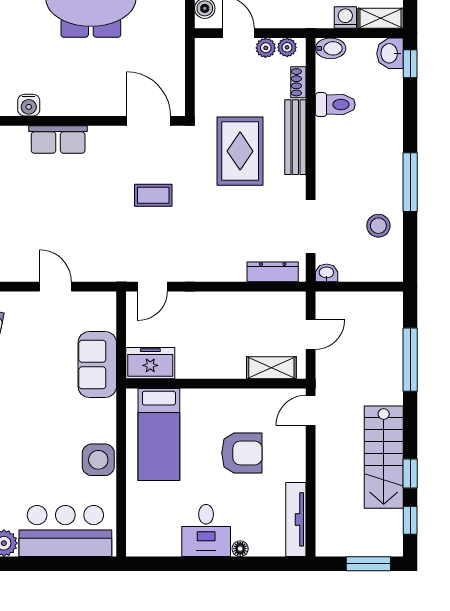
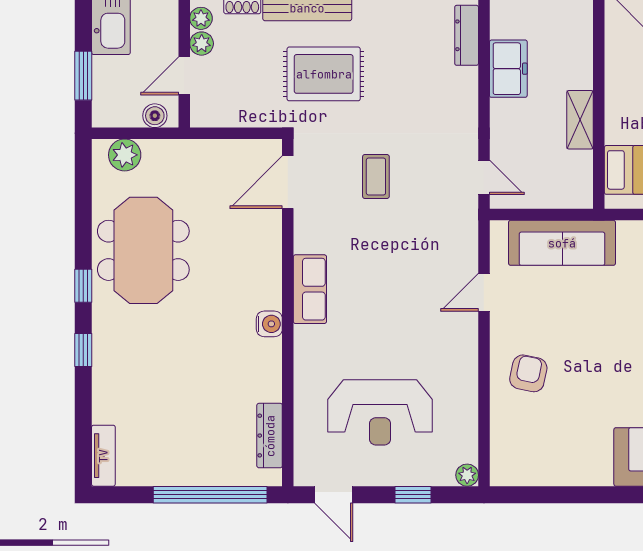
freezer: (150, 363) -> (508, 69), moved, turned 180
sofa: (97, 365) -> (562, 243), width x1.36
shelving: (271, 368) -> (580, 120), moved

